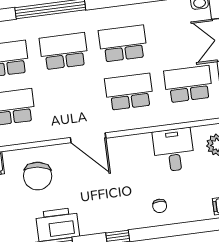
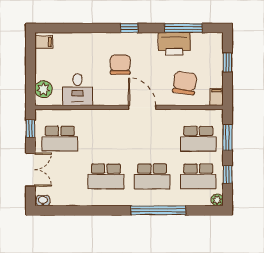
school desk: (129, 92) -> (106, 139), removed
chair: (160, 206) -> (120, 65), moved, width x1.87, depth x1.87

